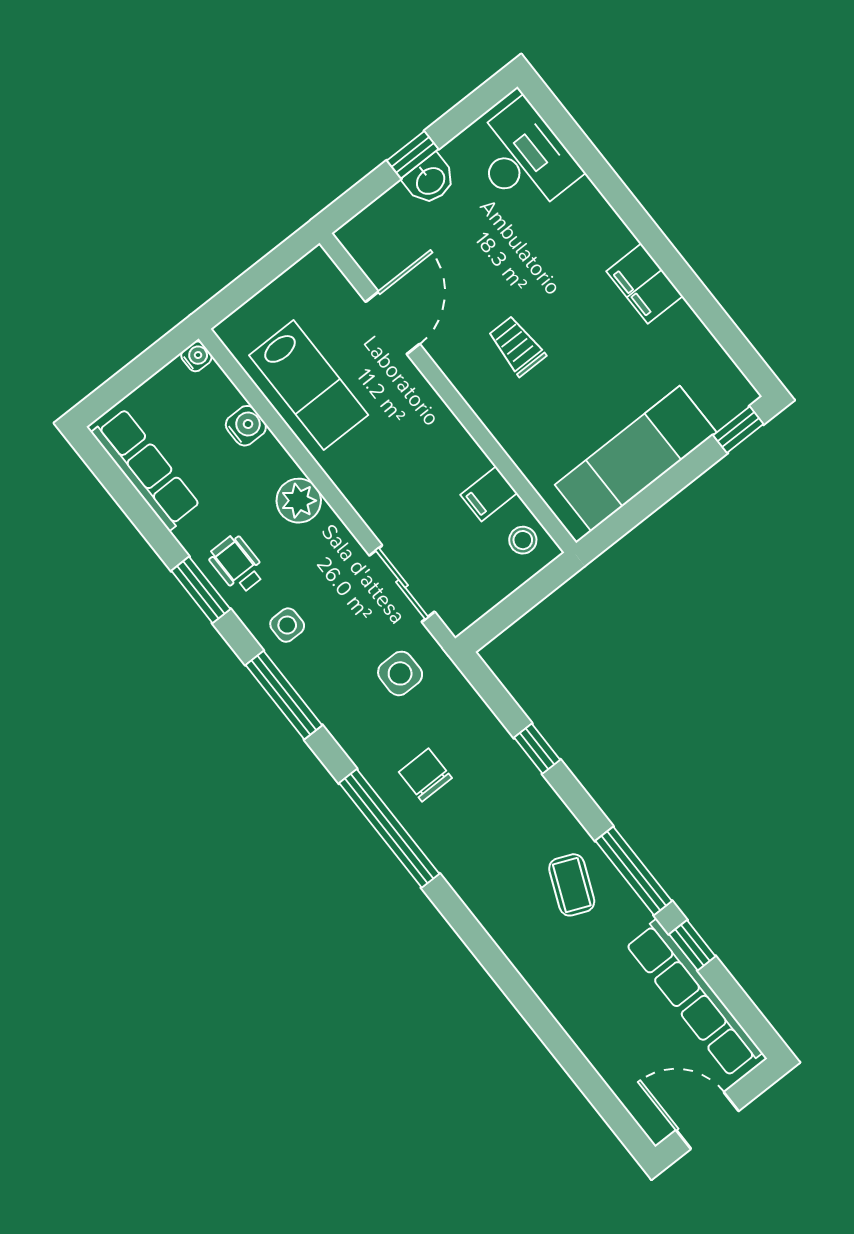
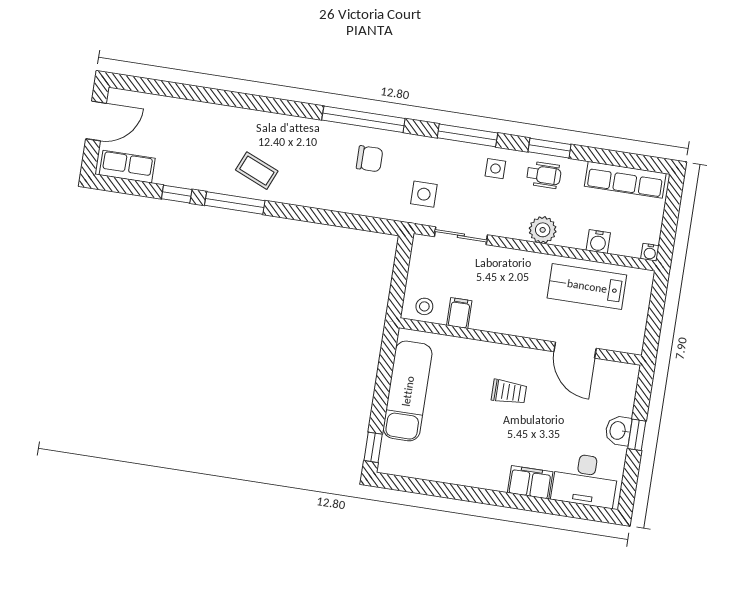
filing cabinet: (645, 284) -> (530, 482), moved
window: (537, 749) -> (330, 218), removed
row of seats: (694, 998) -> (127, 167), width x0.50

